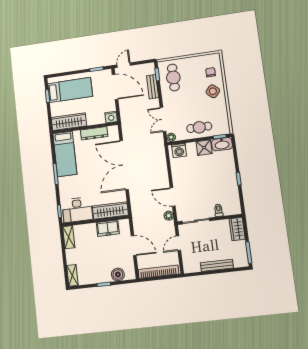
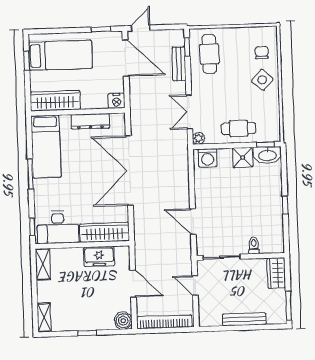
plant: (169, 216) -> (185, 247), removed
door: (178, 243) -> (195, 285), hinge flipped
boiler: (118, 275) -> (123, 321), moved

